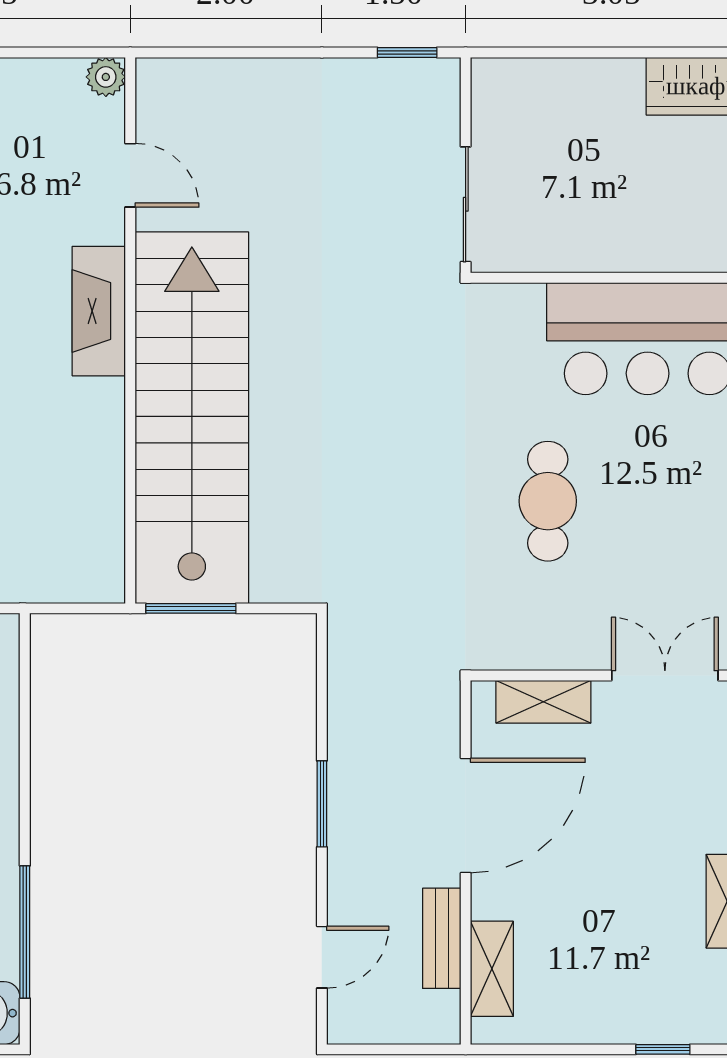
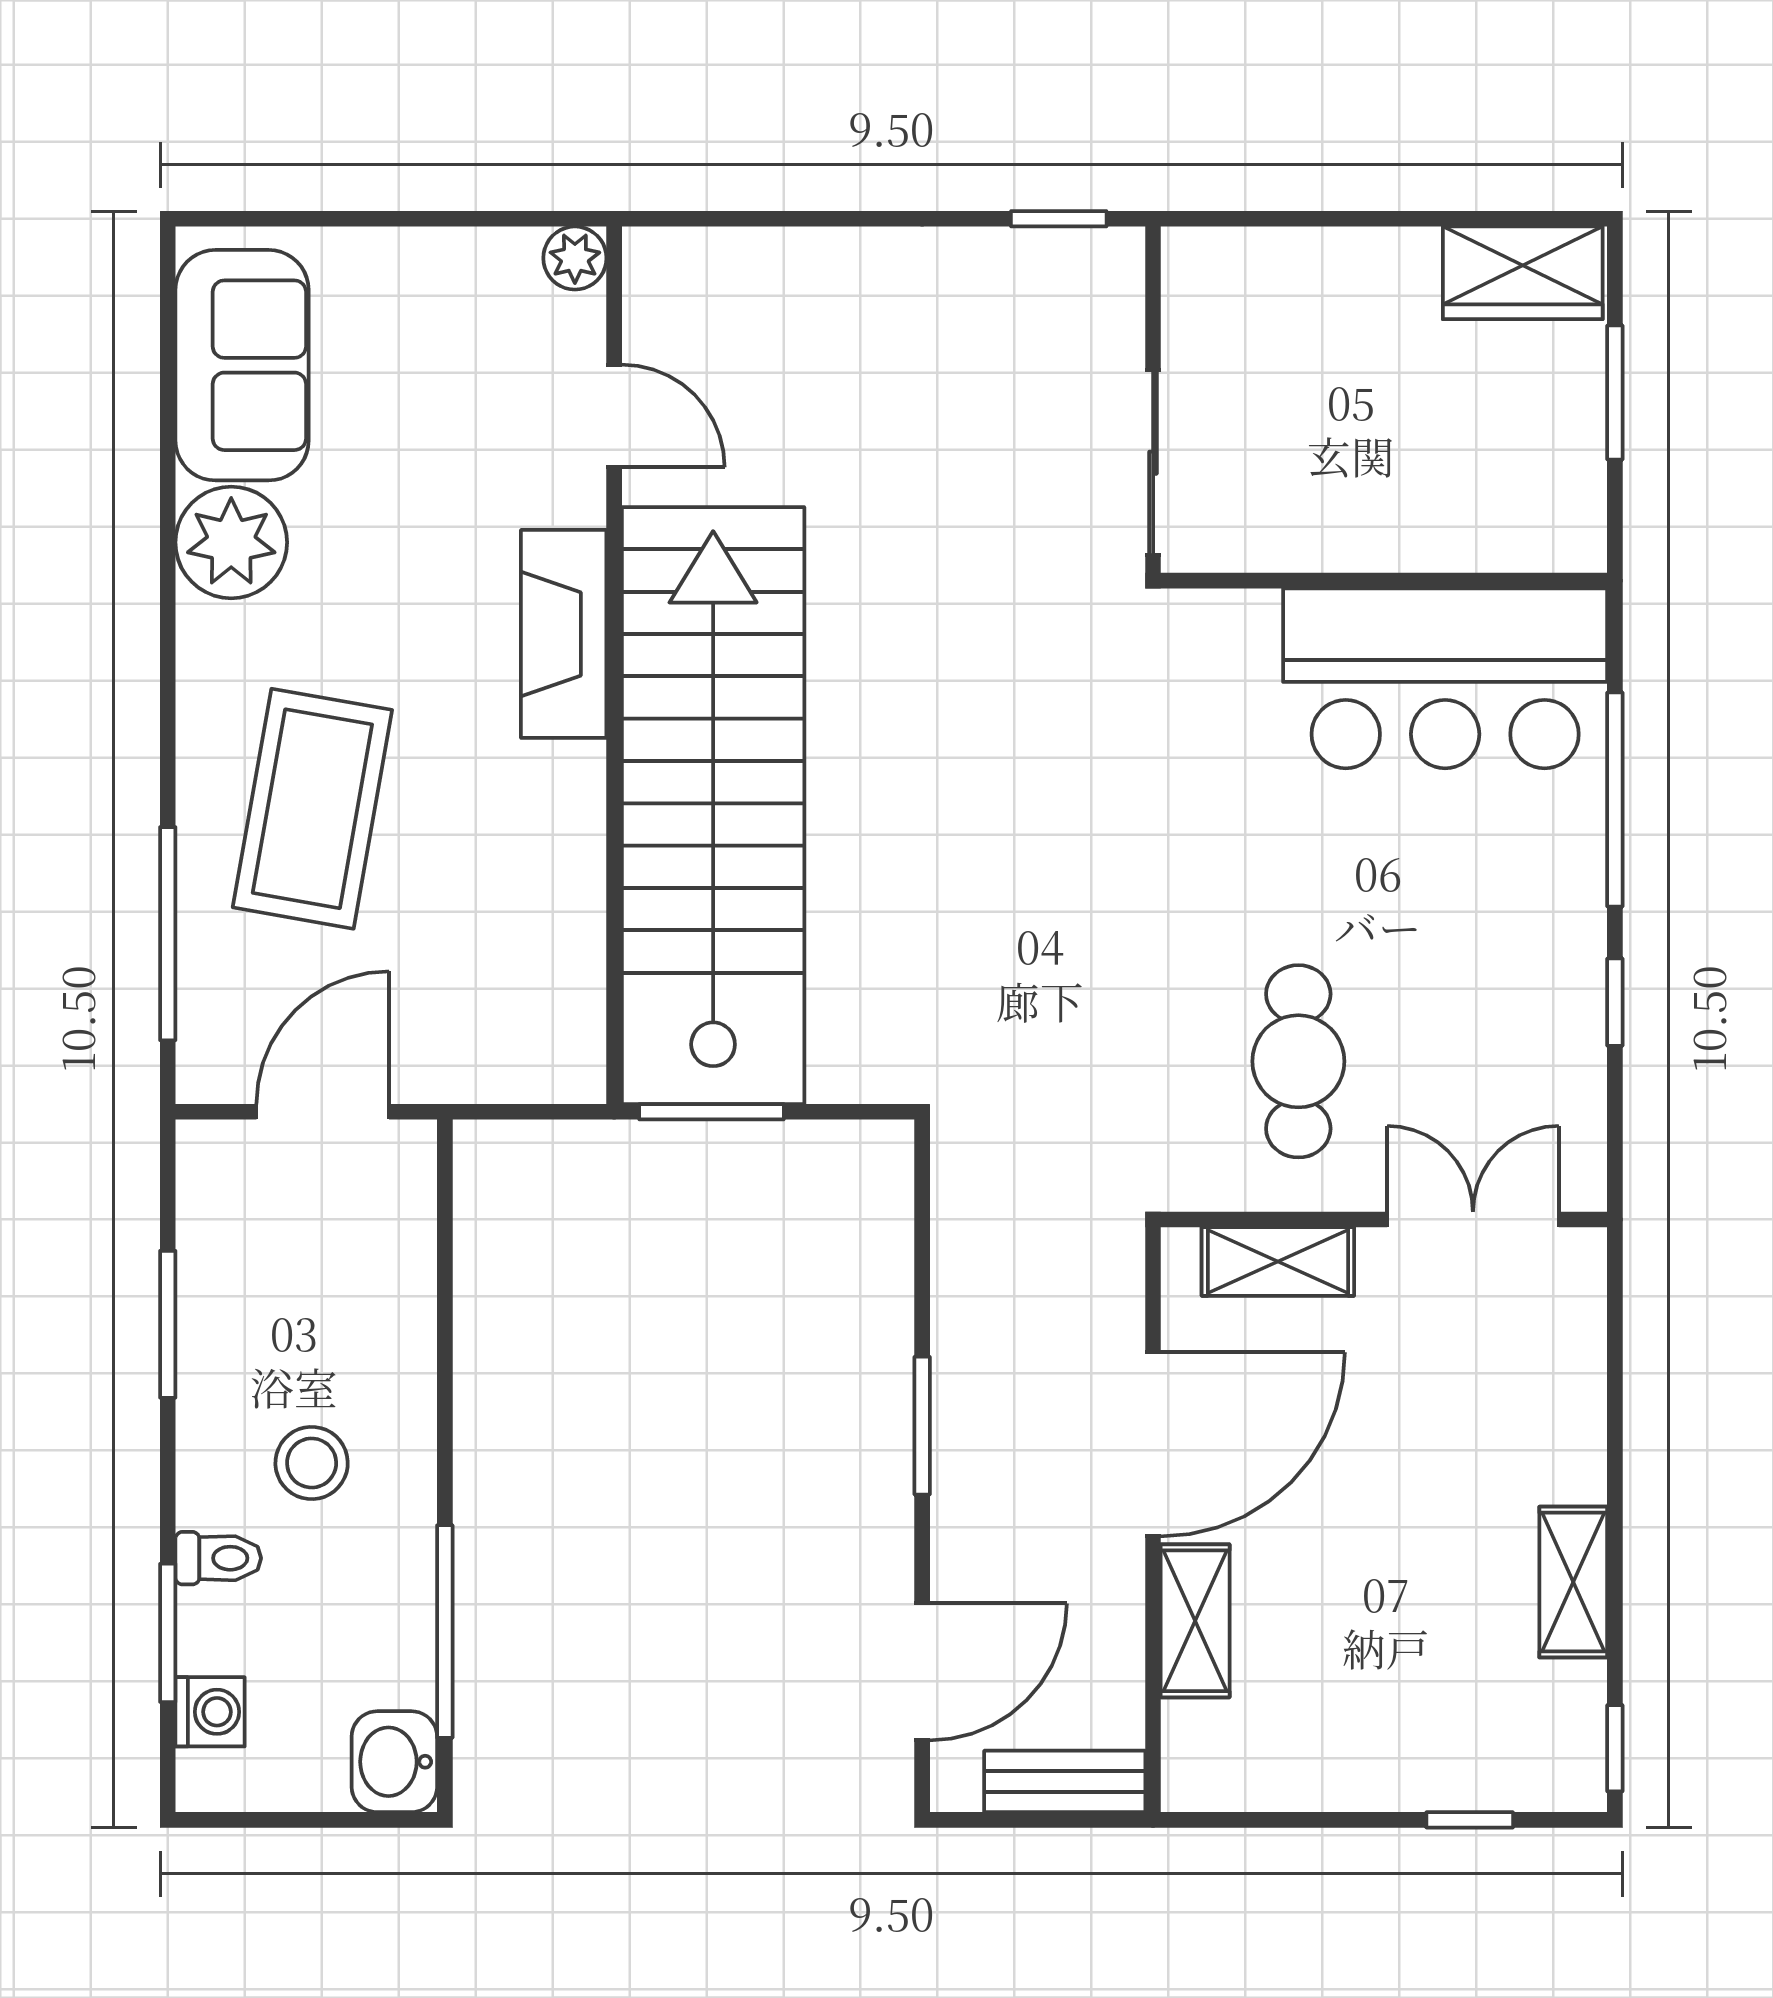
cafe table: (548, 501) -> (1298, 1061), moved
bench: (442, 938) -> (1065, 1781), moved, turned 90
door: (322, 957) -> (922, 1672), width x1.38
shelving: (492, 969) -> (1195, 1621), moved

